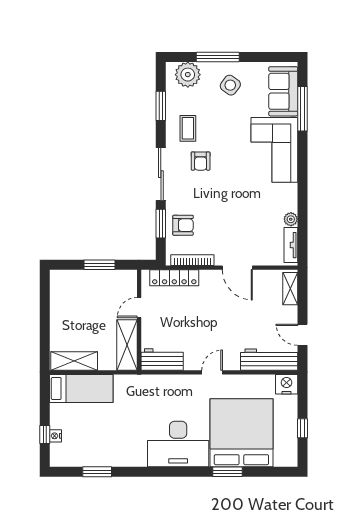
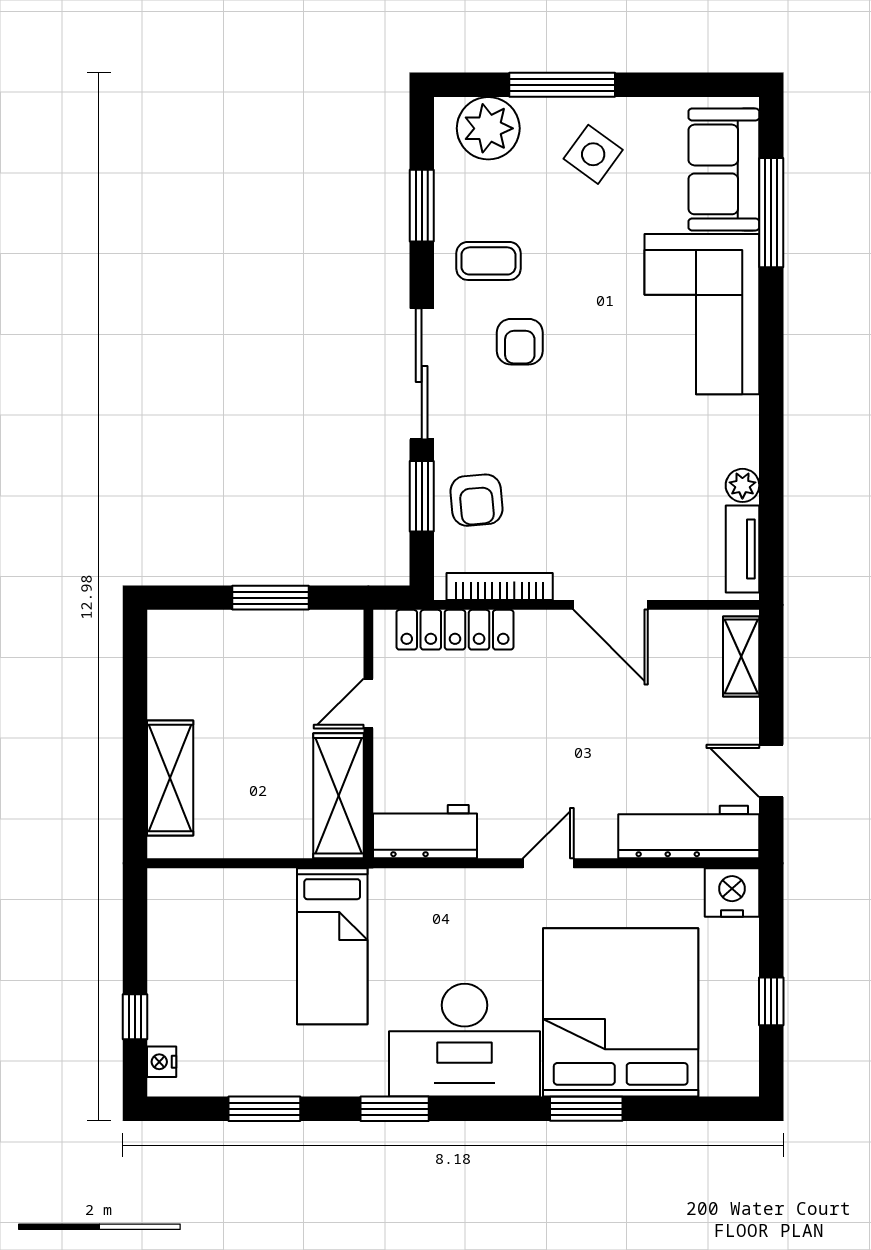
coffee table: (188, 128) -> (488, 261), turned 90
armchair: (183, 225) -> (476, 500), turned 85
shelving: (74, 361) -> (170, 778), moved, turned 90
bed: (81, 389) -> (332, 946), moved, turned 90
nightstand: (55, 436) -> (162, 1062), moved
window: (150, 472) -> (395, 1109), added

